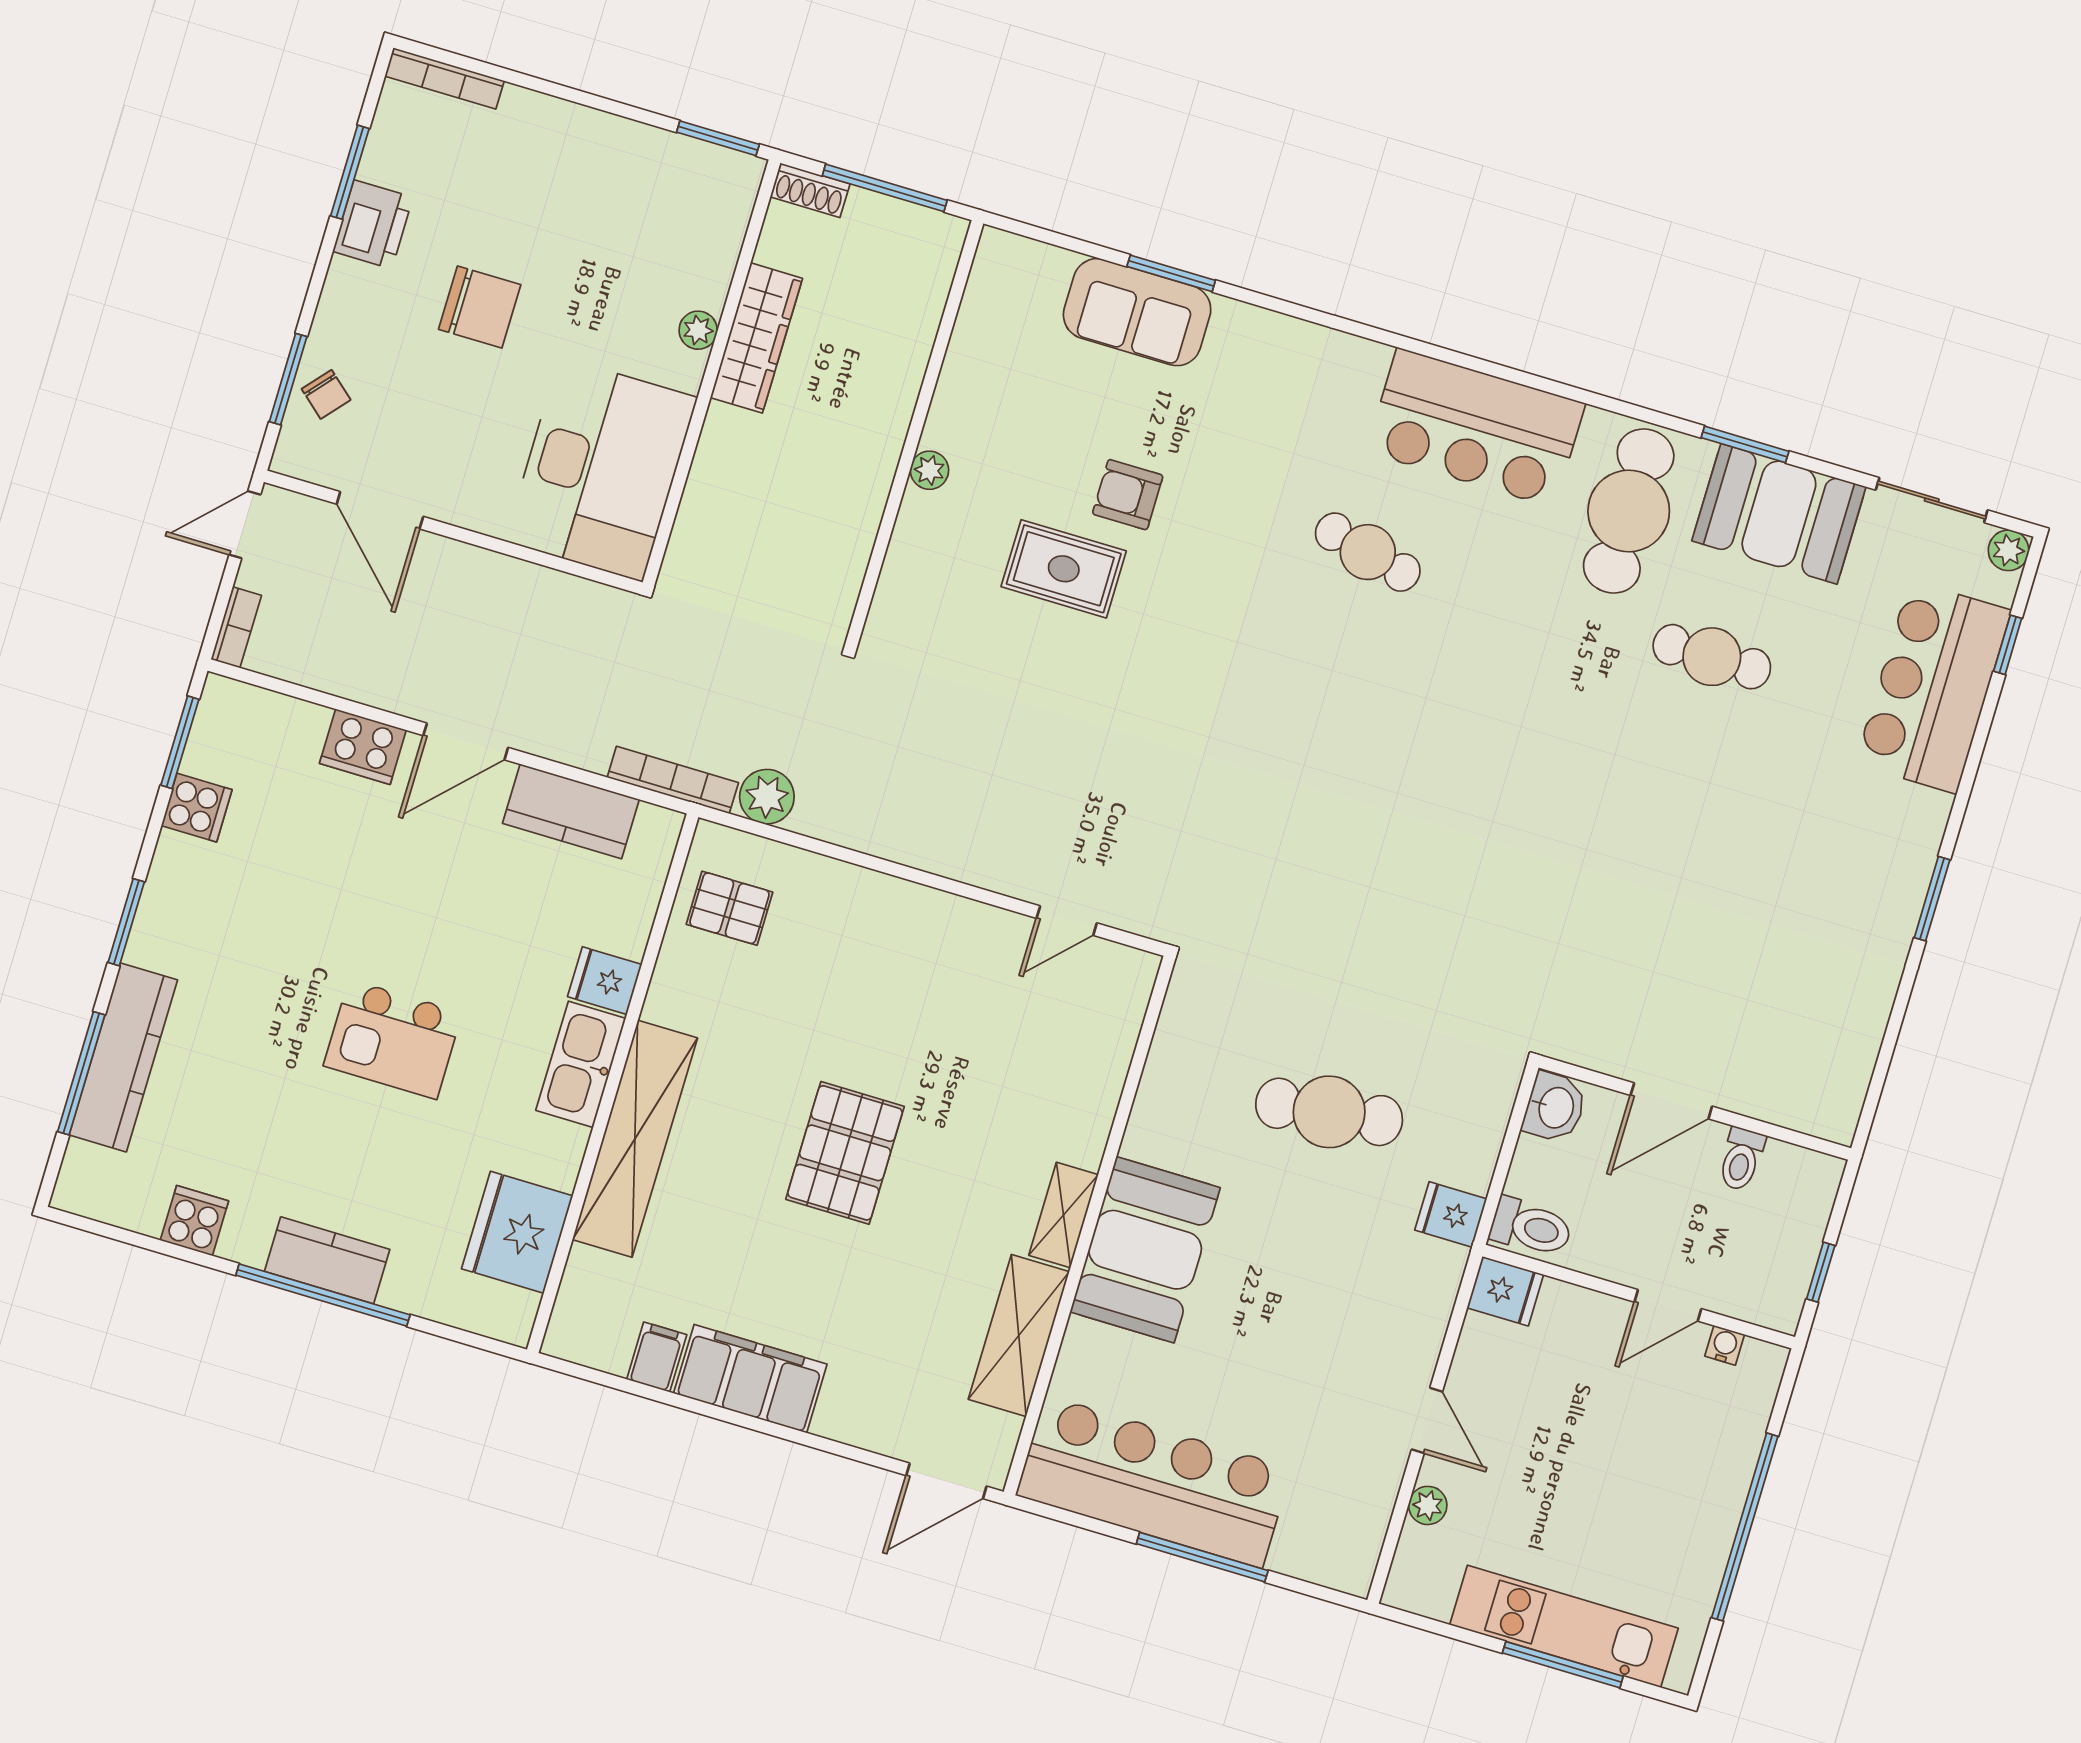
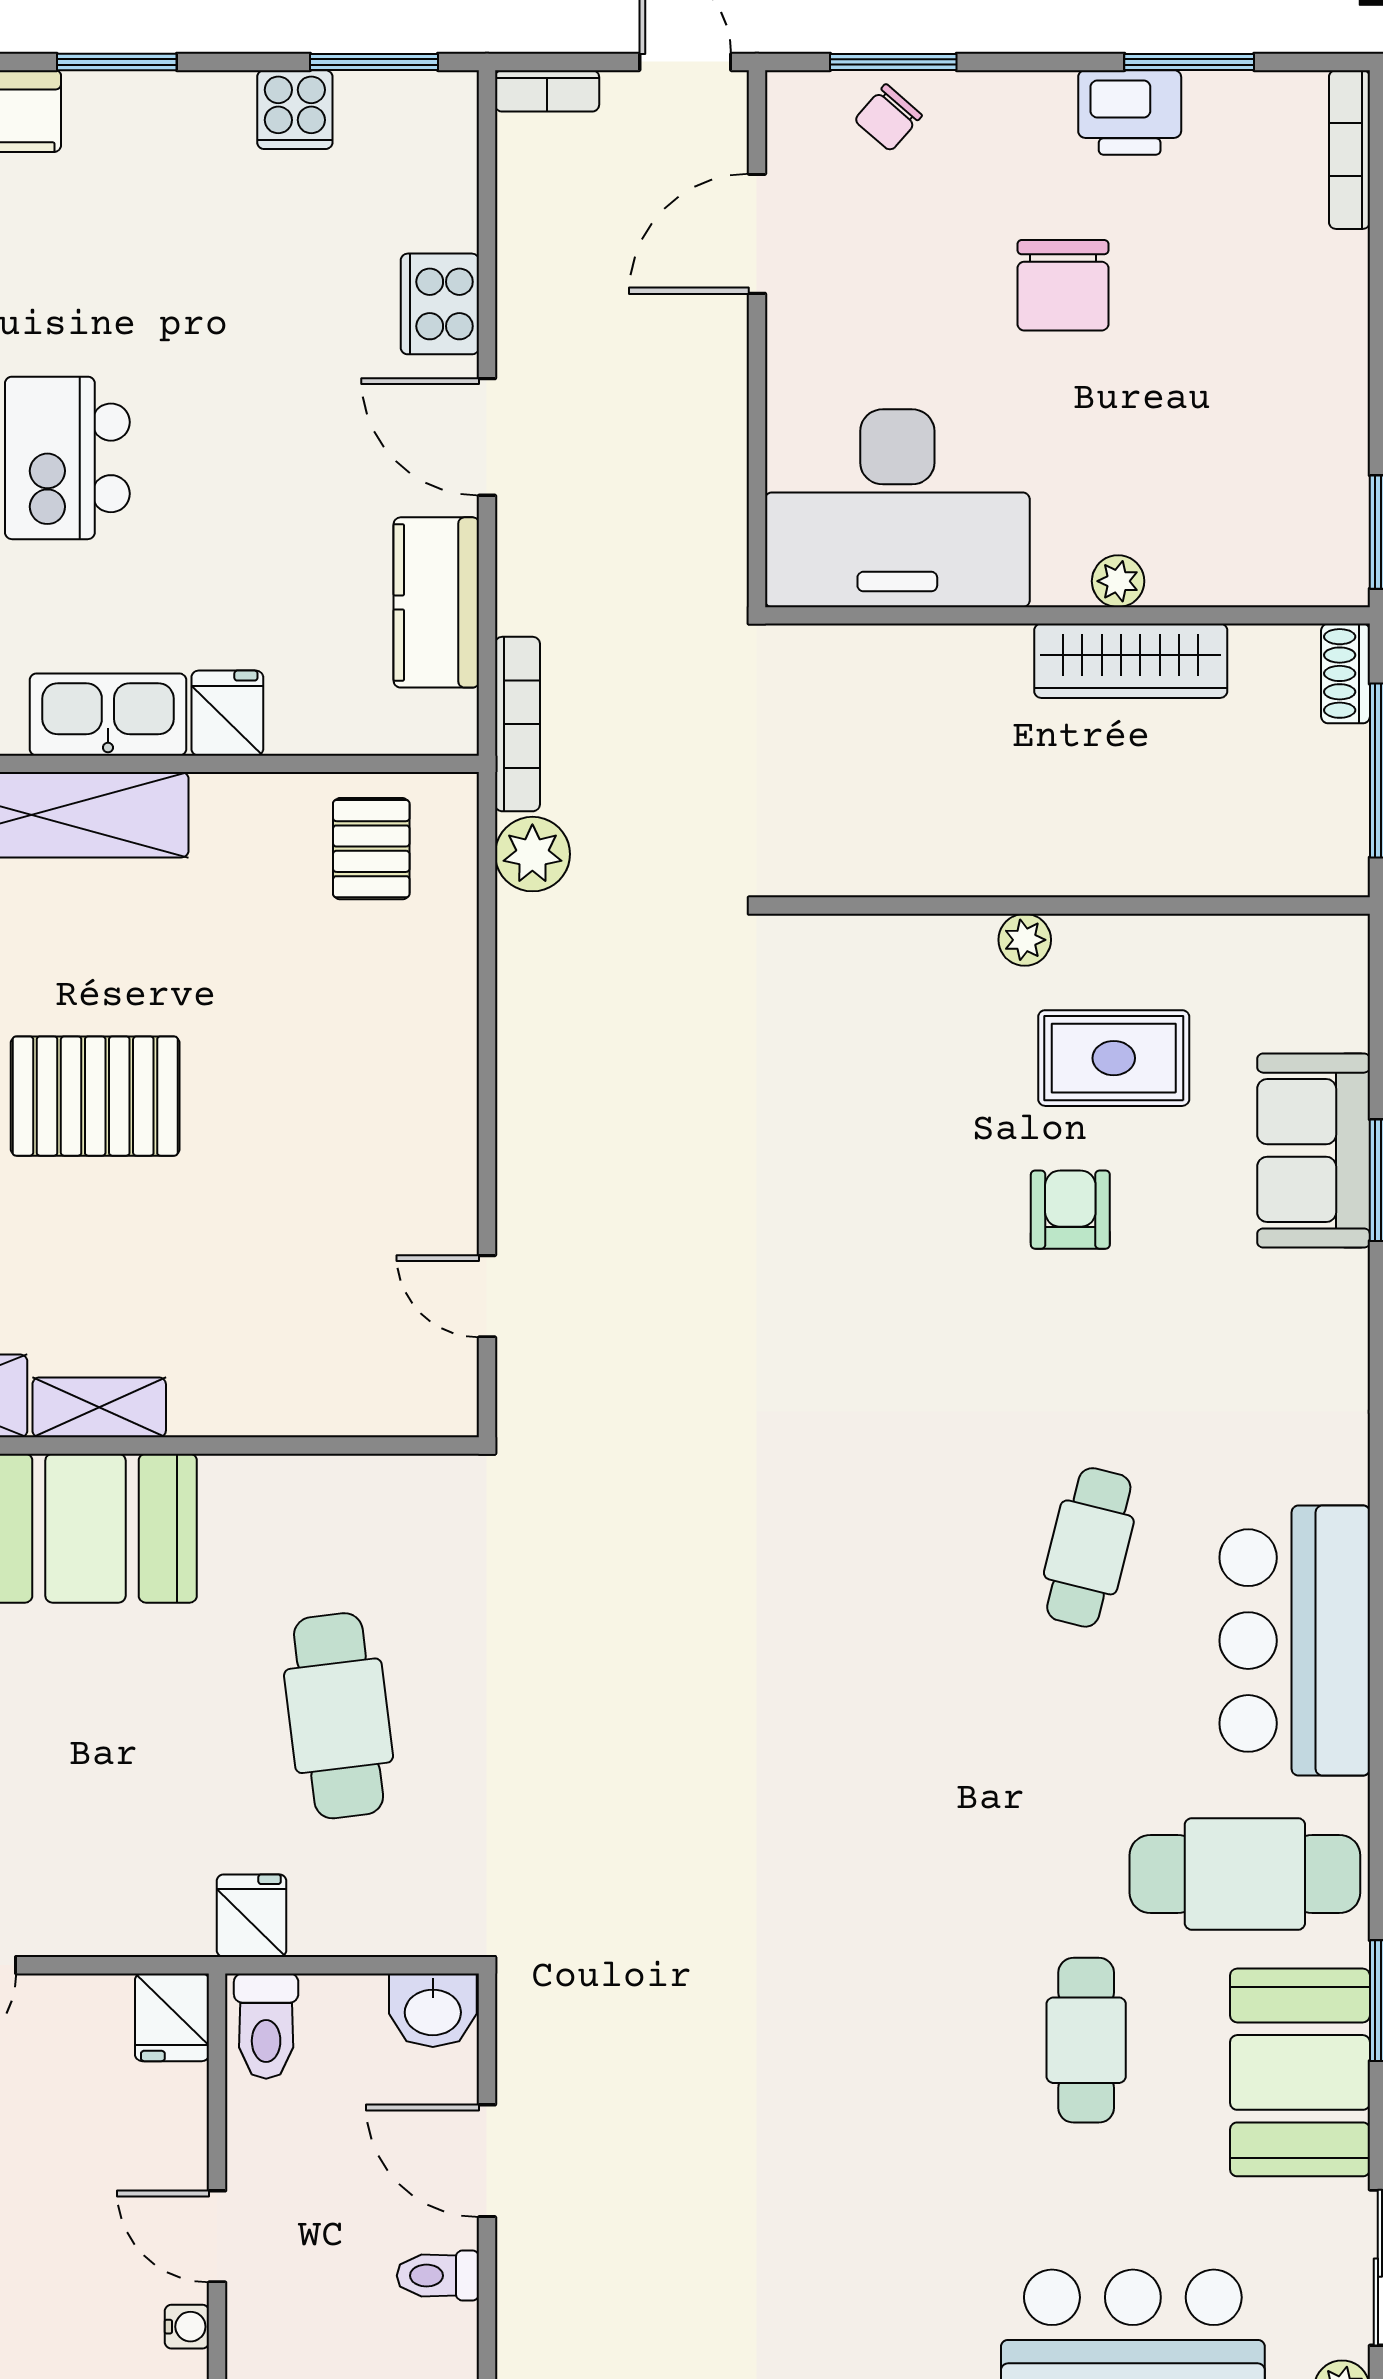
rug: (1064, 569) -> (1114, 1058), moved, turned 90

